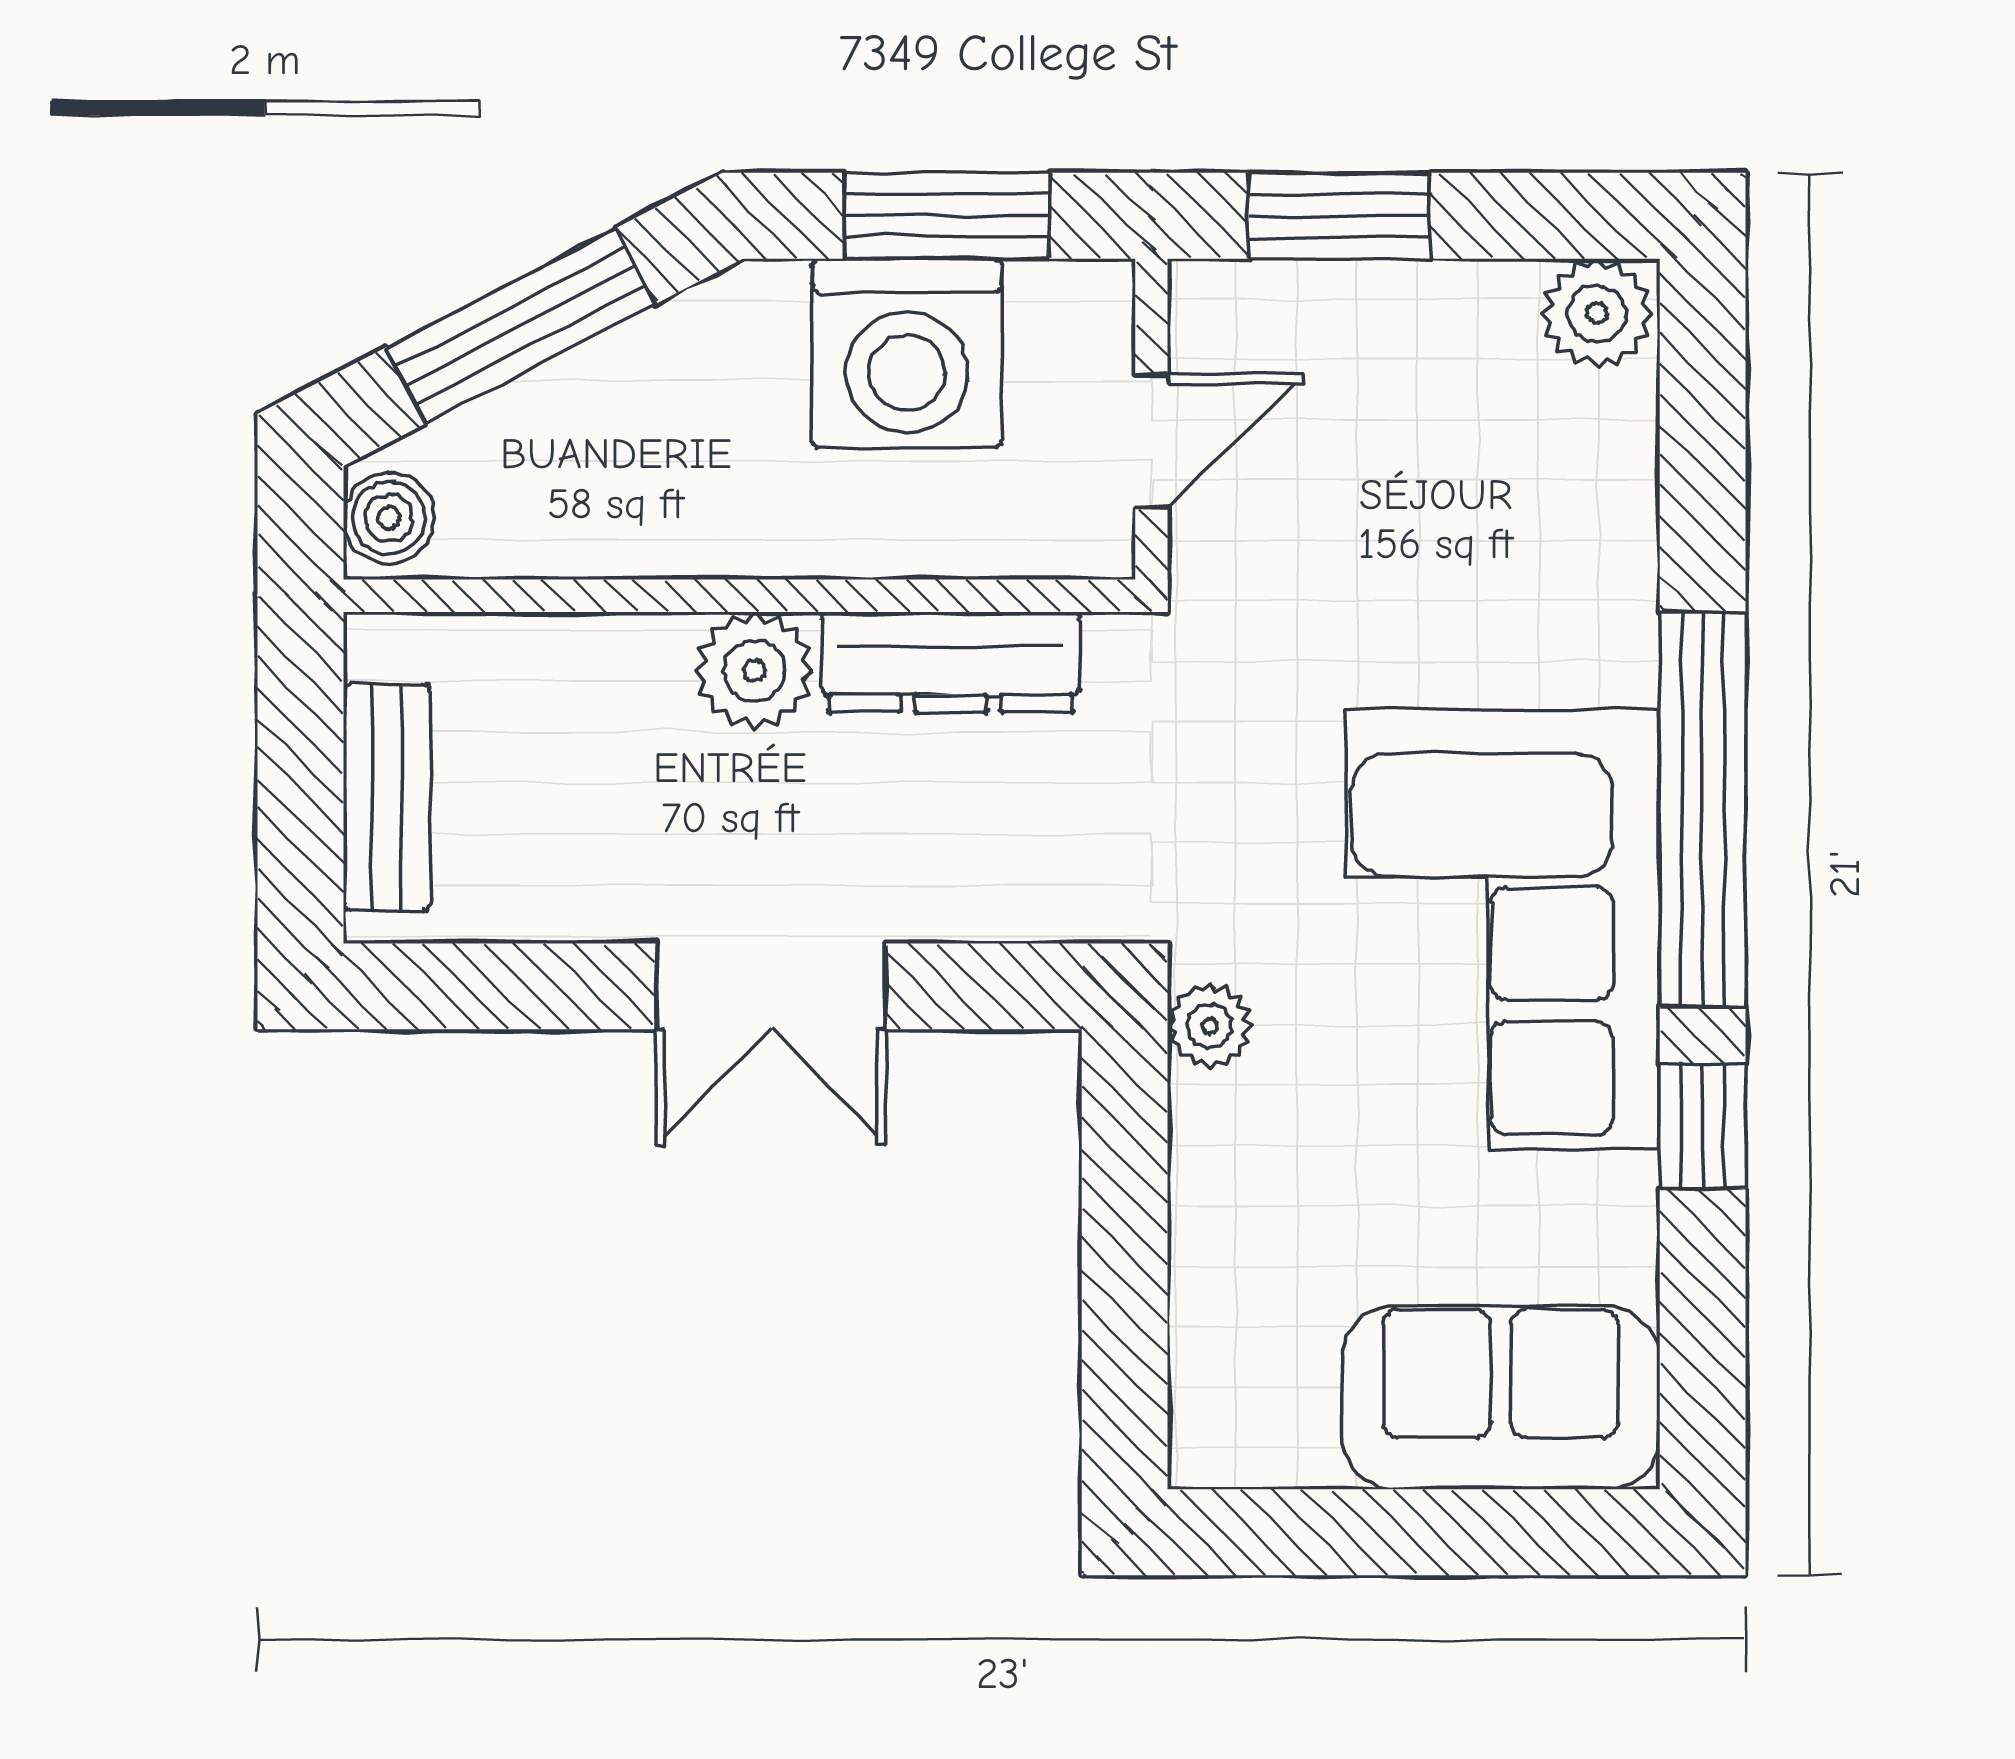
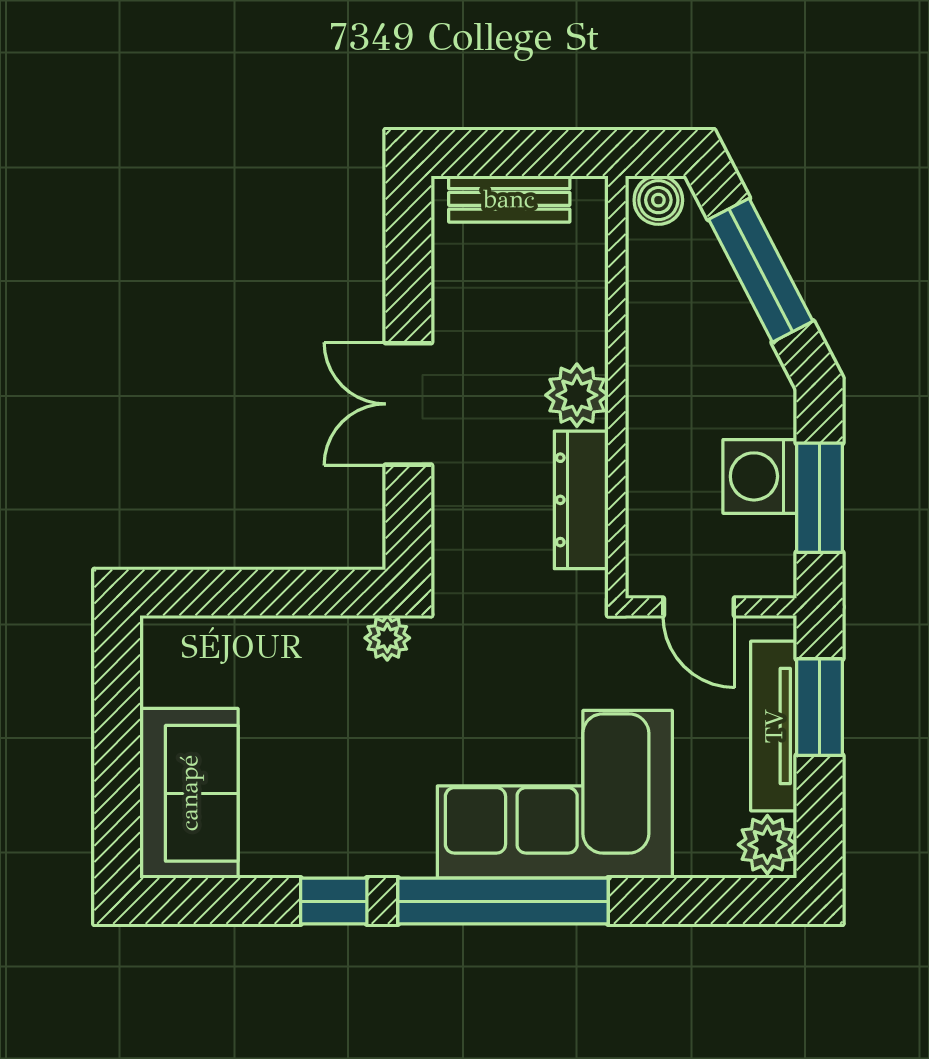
tv unit: (1375, 302) -> (774, 726), added
washing machine: (907, 353) -> (760, 476), width x0.73, depth x0.73
corner sofa: (1503, 929) -> (555, 794), moved

